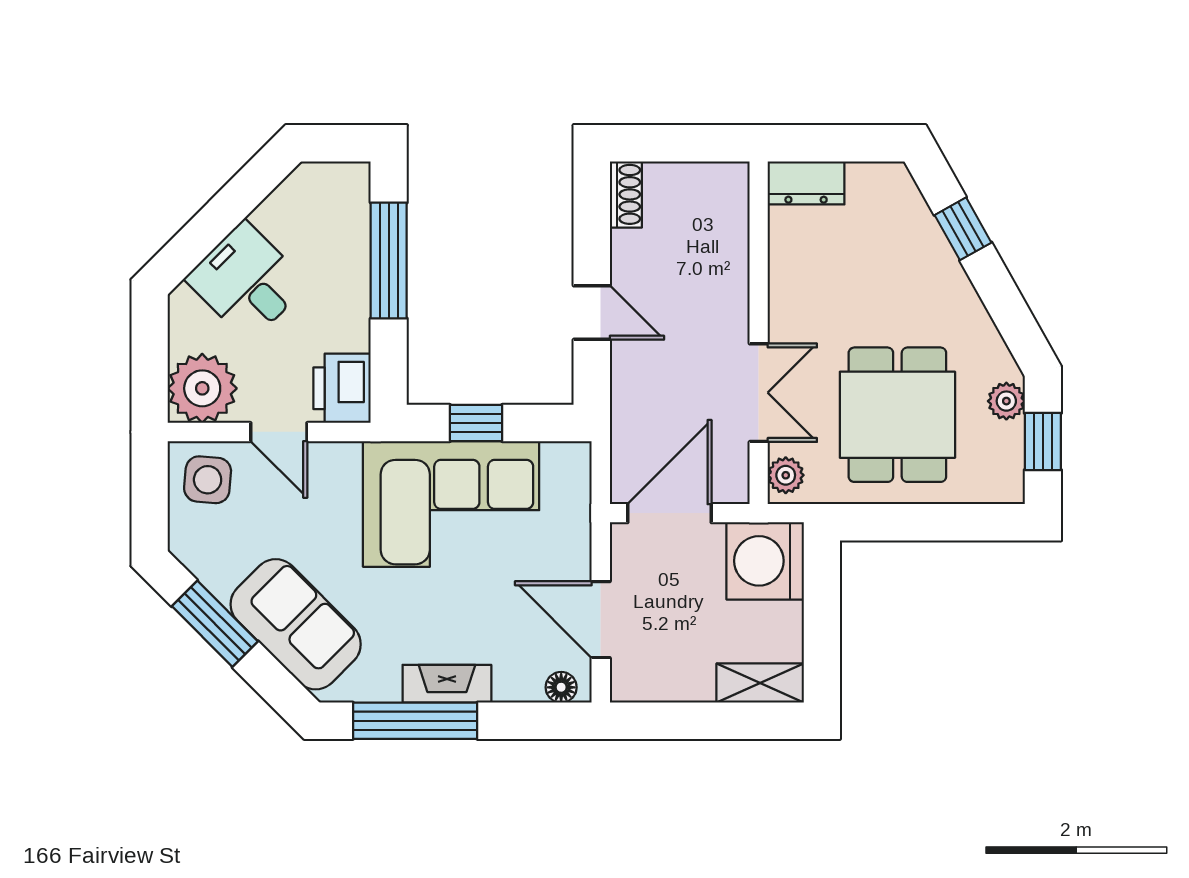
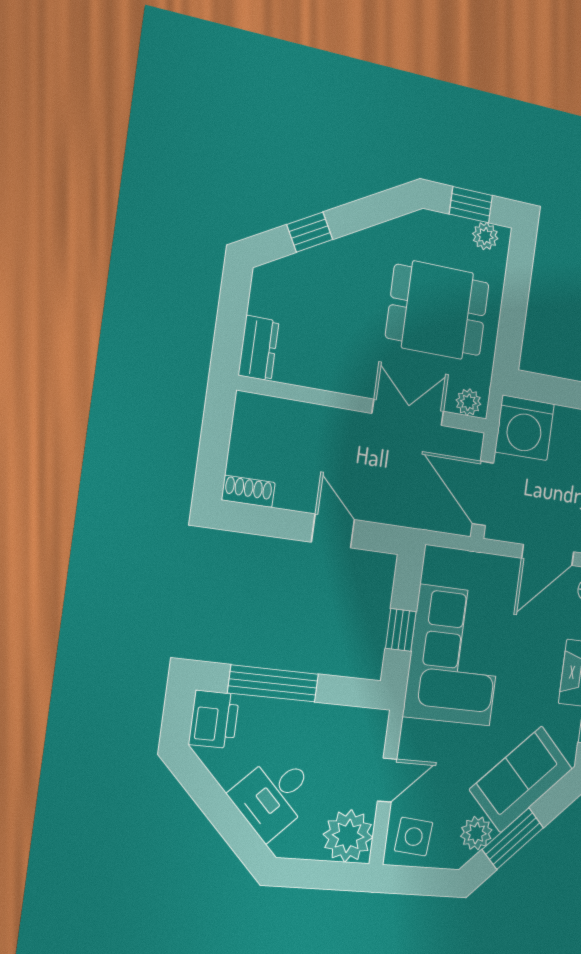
door: (592, 313) -> (333, 531), hinge flipped
printer: (342, 388) -> (214, 719), moved, turned -90
plant: (1006, 401) -> (485, 236), moved
plant: (218, 569) -> (476, 833), added

